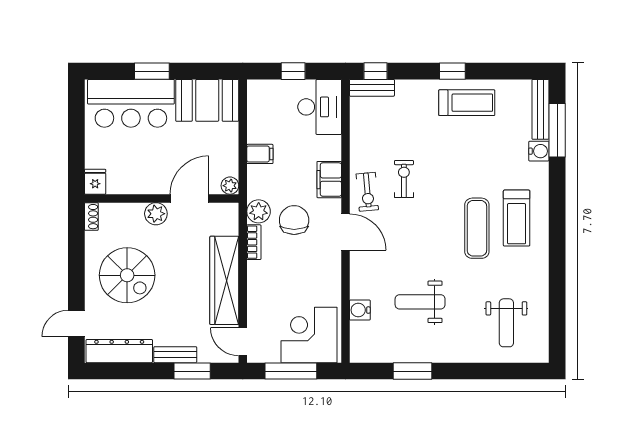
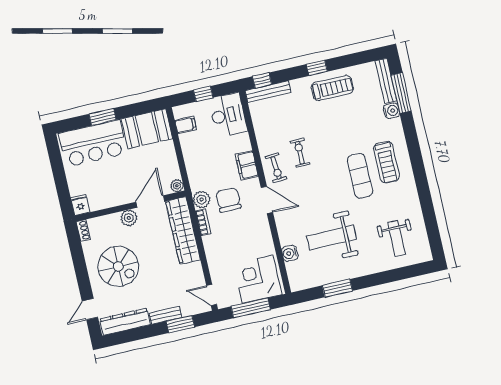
bench: (372, 88) -> (268, 92), width x1.36
filing cabinet: (260, 154) -> (185, 125), moved
wardrobe: (224, 280) -> (183, 230), moved
weight bench: (420, 302) -> (331, 238), width x1.36, depth x1.33

